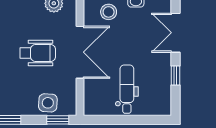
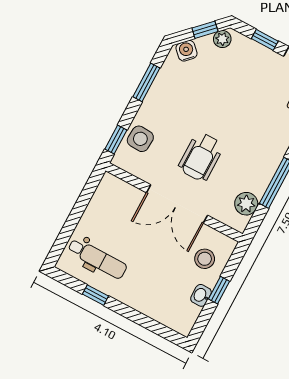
double door: (176, 33) -> (143, 320), removed
dental chair: (127, 89) -> (97, 258), moved

